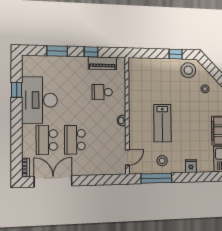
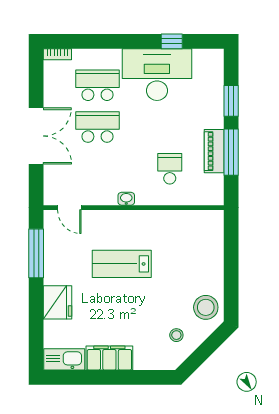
window: (91, 52) -> (231, 152), width x2.17
window: (176, 54) -> (231, 287), removed
piano: (102, 63) -> (214, 151), moved
stool: (162, 161) -> (63, 263), removed
fridge: (191, 166) -> (58, 302), width x1.88, depth x1.34
double door: (53, 181) -> (36, 136), moved

